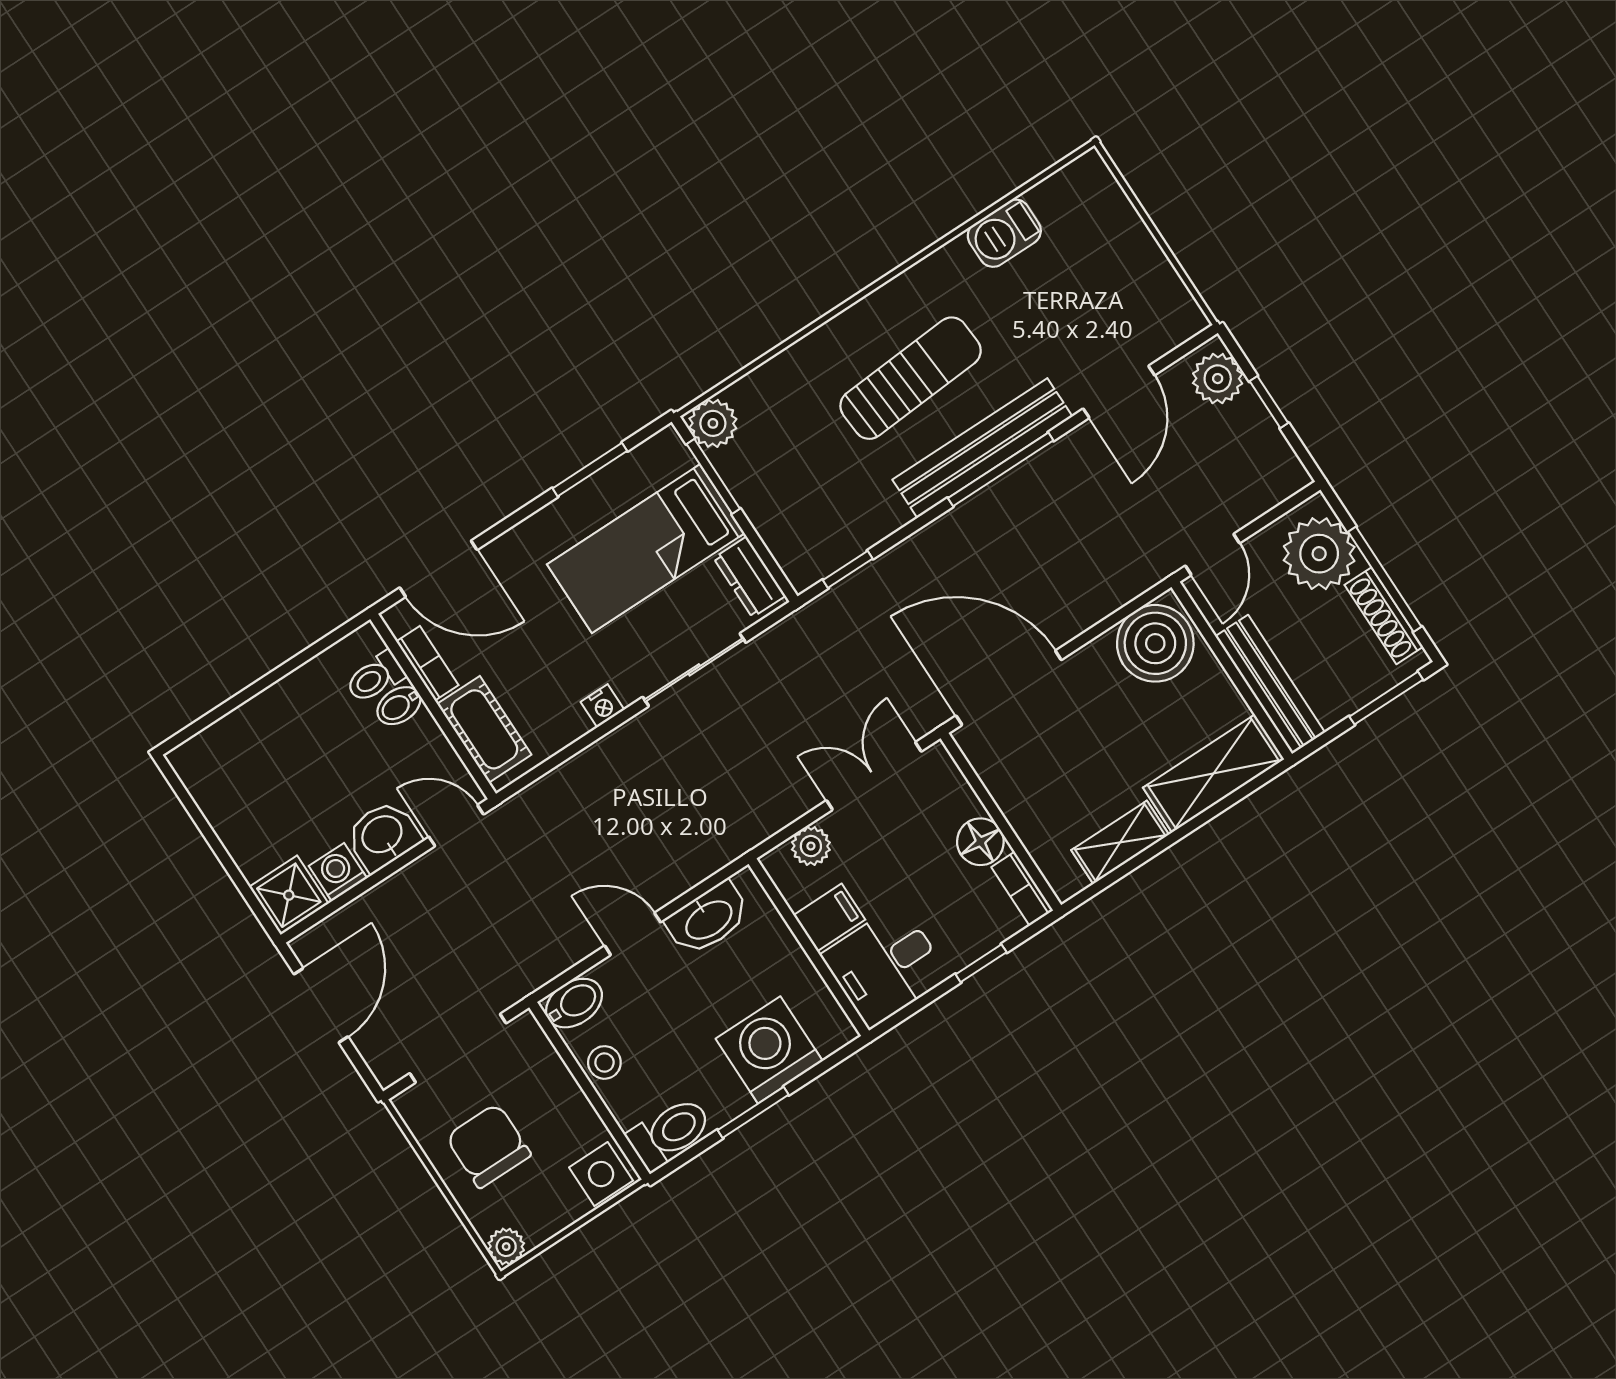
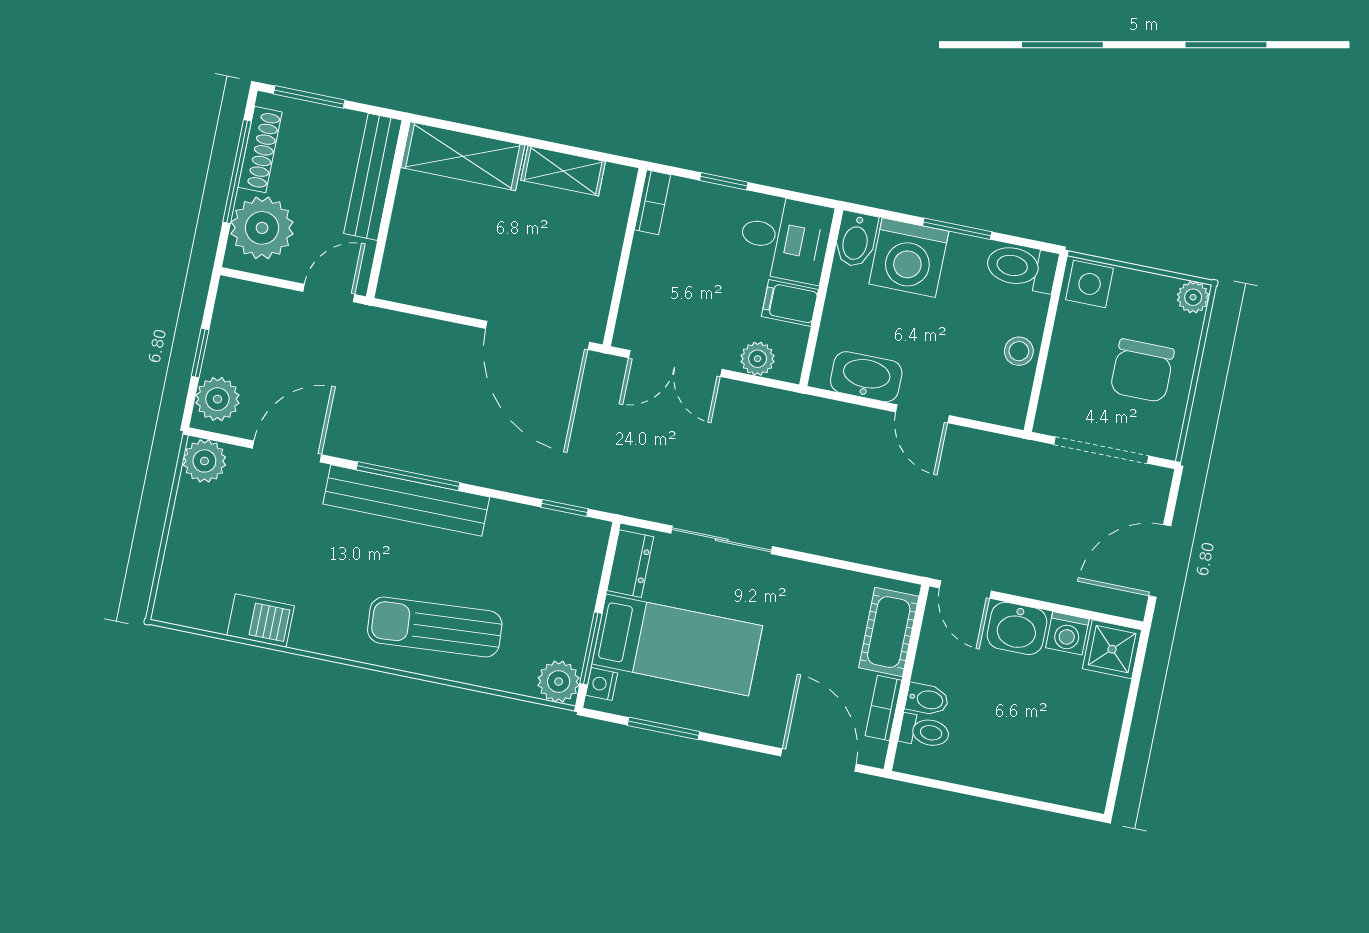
plant: (1178, 318) -> (204, 461), added
sun lounger: (911, 378) -> (435, 627), moved
boiler: (1155, 643) -> (419, 273), removed
nightstand: (603, 706) -> (602, 684), moved, turned -90
floor lamp: (980, 842) -> (650, 257), removed
bidet: (574, 1003) -> (856, 239), moved, turned -90

